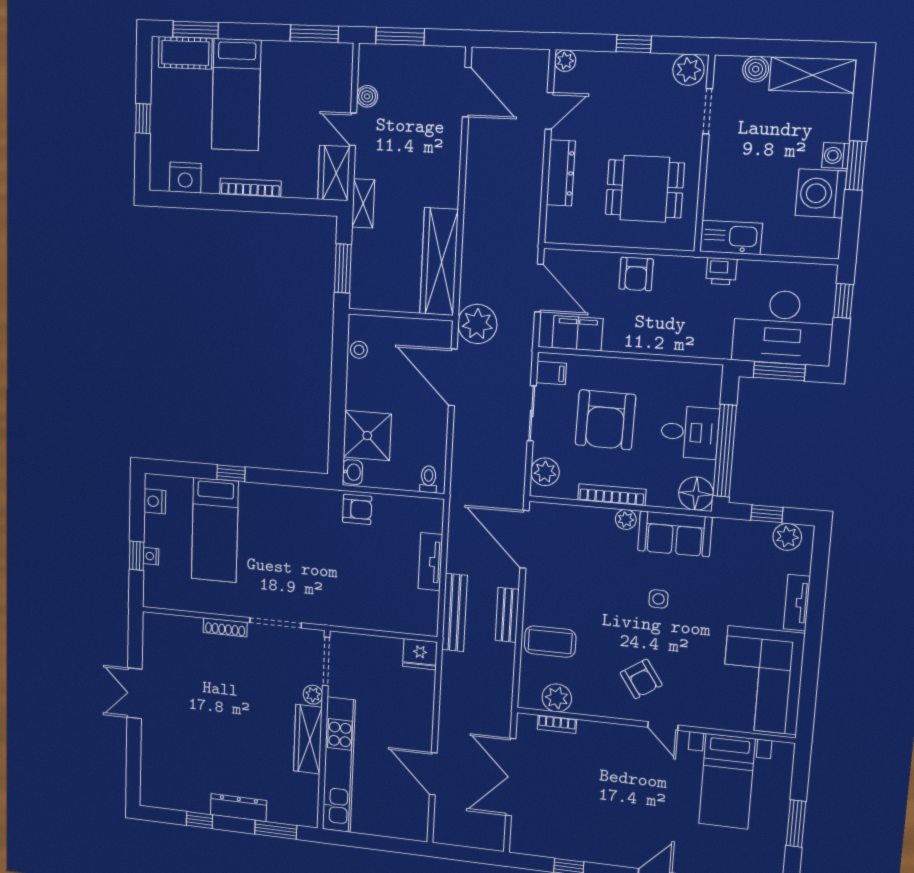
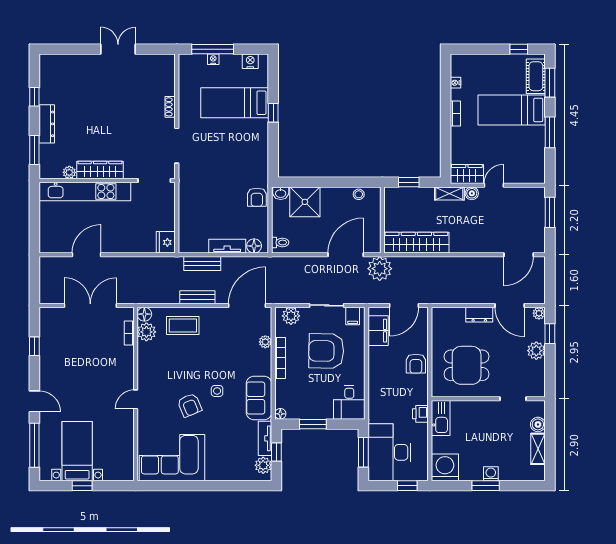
window: (314, 34) -> (550, 132), moved
window: (634, 44) -> (550, 334), moved
plant: (688, 70) -> (536, 351), moved
shelving: (812, 75) -> (538, 449), width x0.67, depth x0.75
boiler: (367, 96) -> (472, 193), moved
door: (549, 111) -> (510, 305), width x1.38
window: (143, 119) -> (519, 49), moved
dresser: (561, 173) -> (479, 315), width x0.70
nightstand: (185, 178) -> (455, 83), width x0.53, depth x0.56
bookcase: (250, 188) -> (455, 114), width x0.64
dining table: (645, 189) -> (467, 365), turned 90
washing machine: (821, 193) -> (445, 467), moved
window: (343, 268) -> (409, 182), width x0.67
armchair: (636, 274) -> (416, 364), turned -90
desk: (690, 432) -> (349, 402), moved
window: (725, 451) -> (313, 424), width x0.47
floor lamp: (696, 494) -> (280, 414), width x0.53, depth x0.53
plant: (626, 519) -> (265, 342), moved
floor lamp: (432, 520) -> (254, 246), added
window: (137, 556) -> (213, 49), width x2.17
tv unit: (797, 603) -> (265, 438), moved, turned -90
bench: (455, 613) -> (202, 263), width x0.73
shoe rack: (225, 627) -> (170, 107), width x0.70
coffee table: (550, 642) -> (183, 325), turned 90
armchair: (641, 679) -> (190, 405), moved, turned -79
plant: (313, 695) -> (69, 172), moved
floor lamp: (529, 698) -> (144, 314), added
bed with nightstands: (727, 781) -> (77, 451), moved, turned 90
window: (796, 824) -> (82, 486), width x0.67

